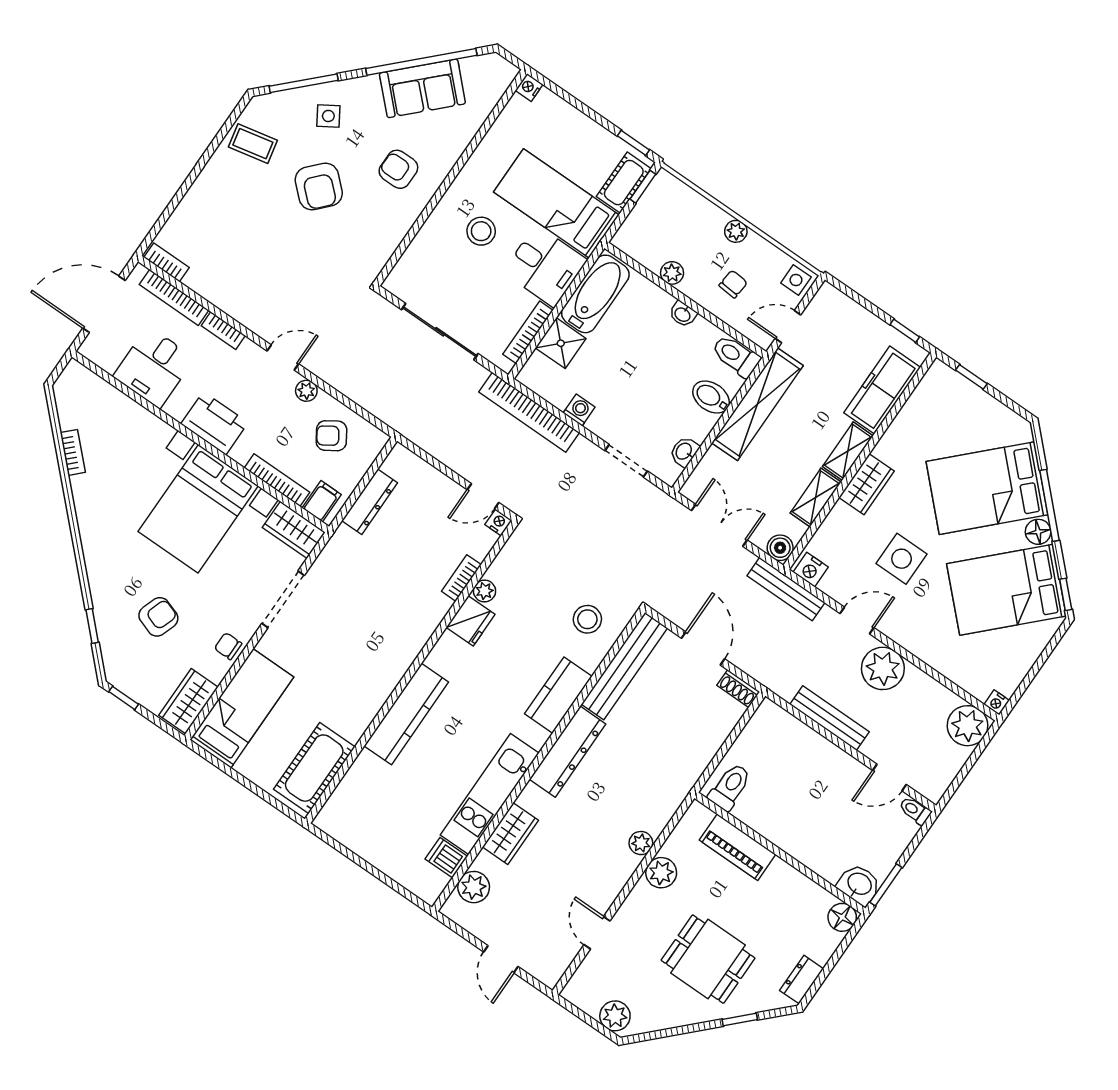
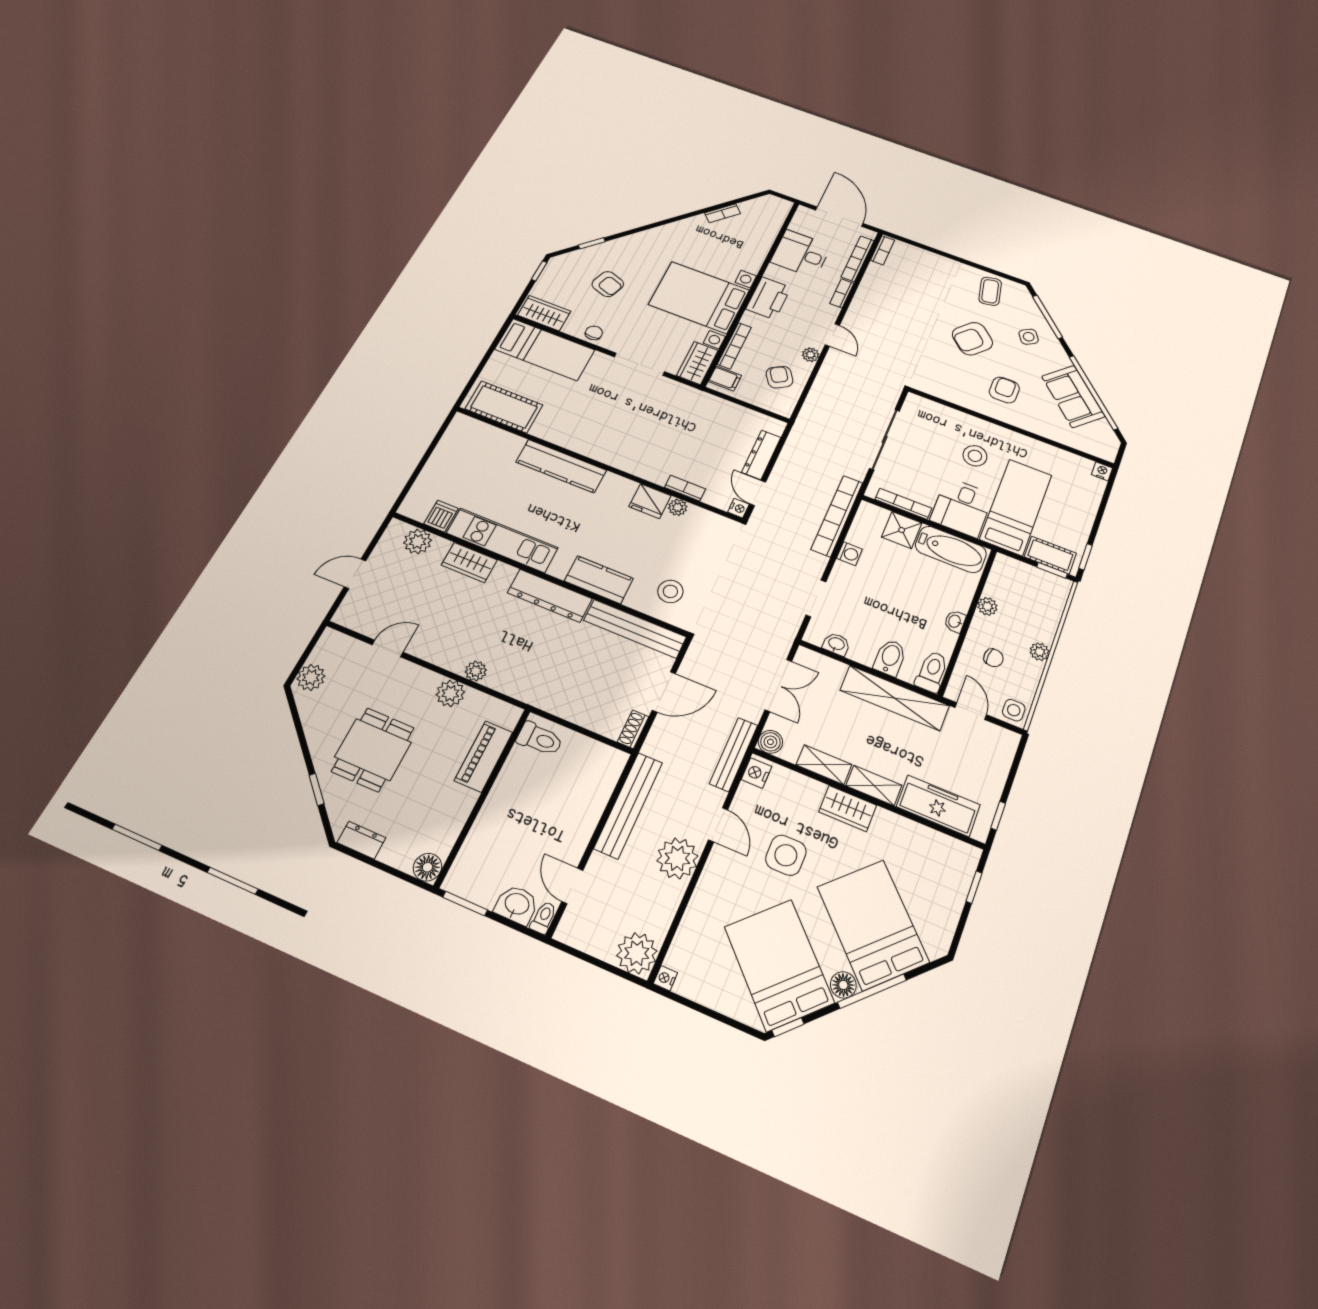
dresser: (370, 502) -> (761, 455), moved, turned 90
bench: (829, 718) -> (628, 805), width x1.37, depth x1.21
washbasin: (859, 884) -> (517, 905), moved, turned -90

